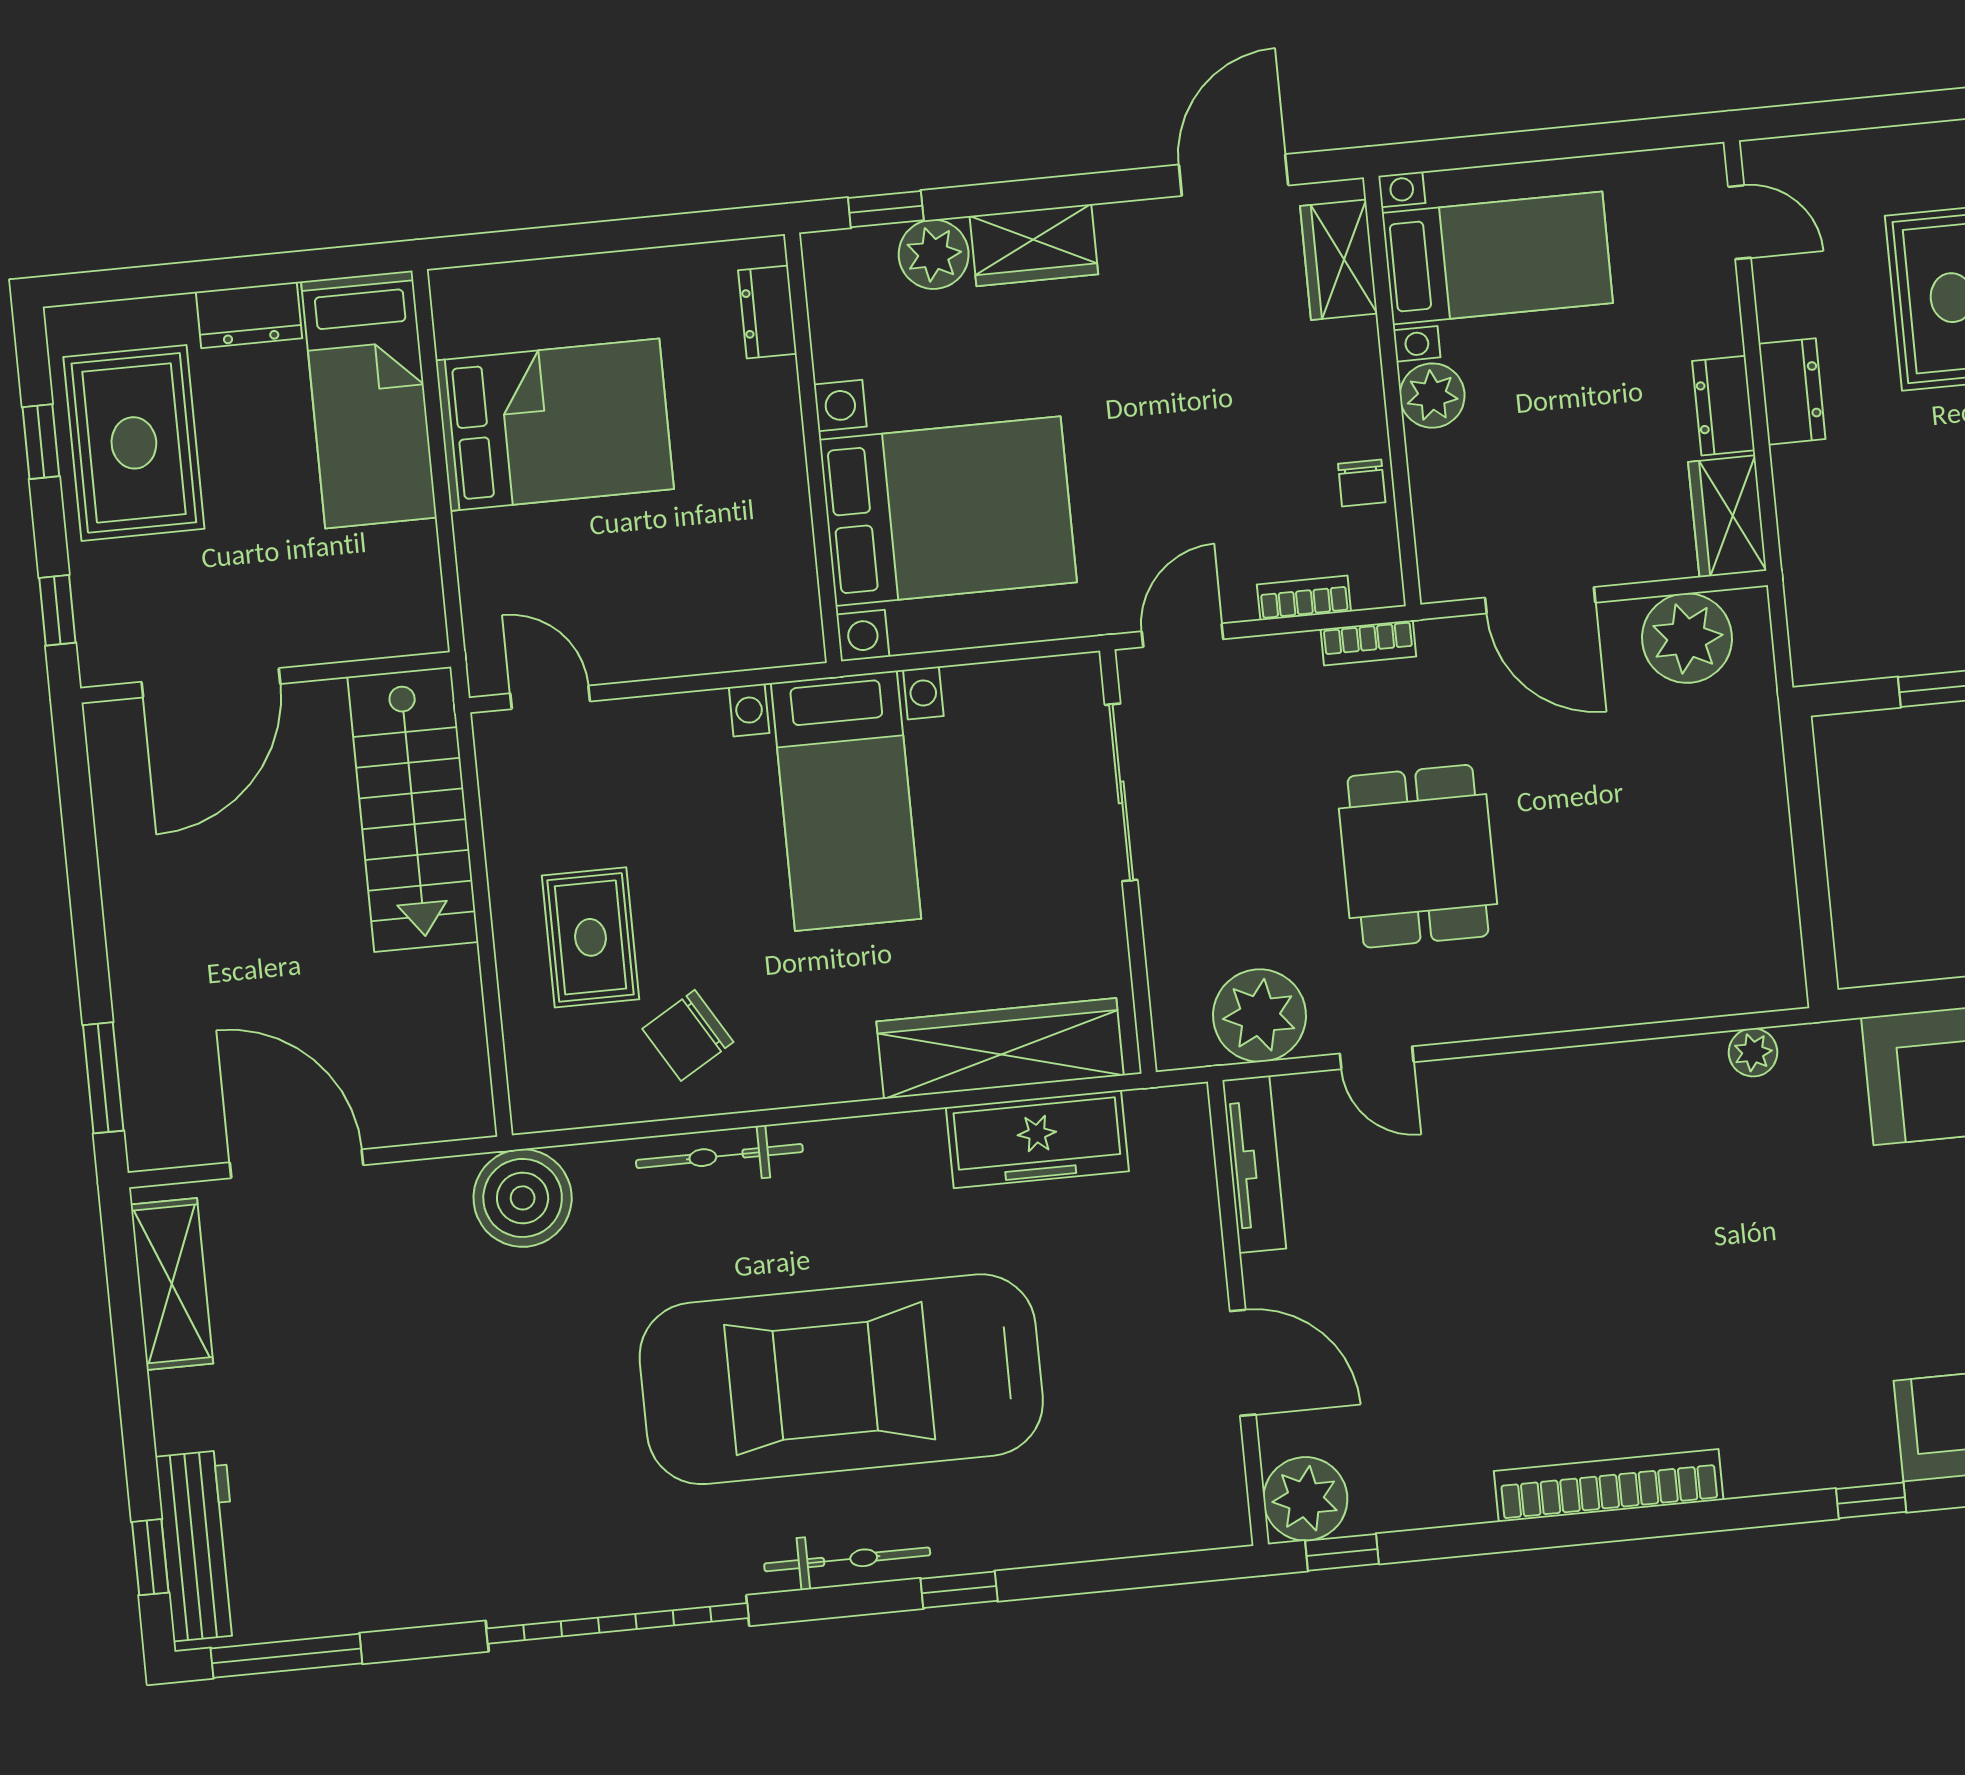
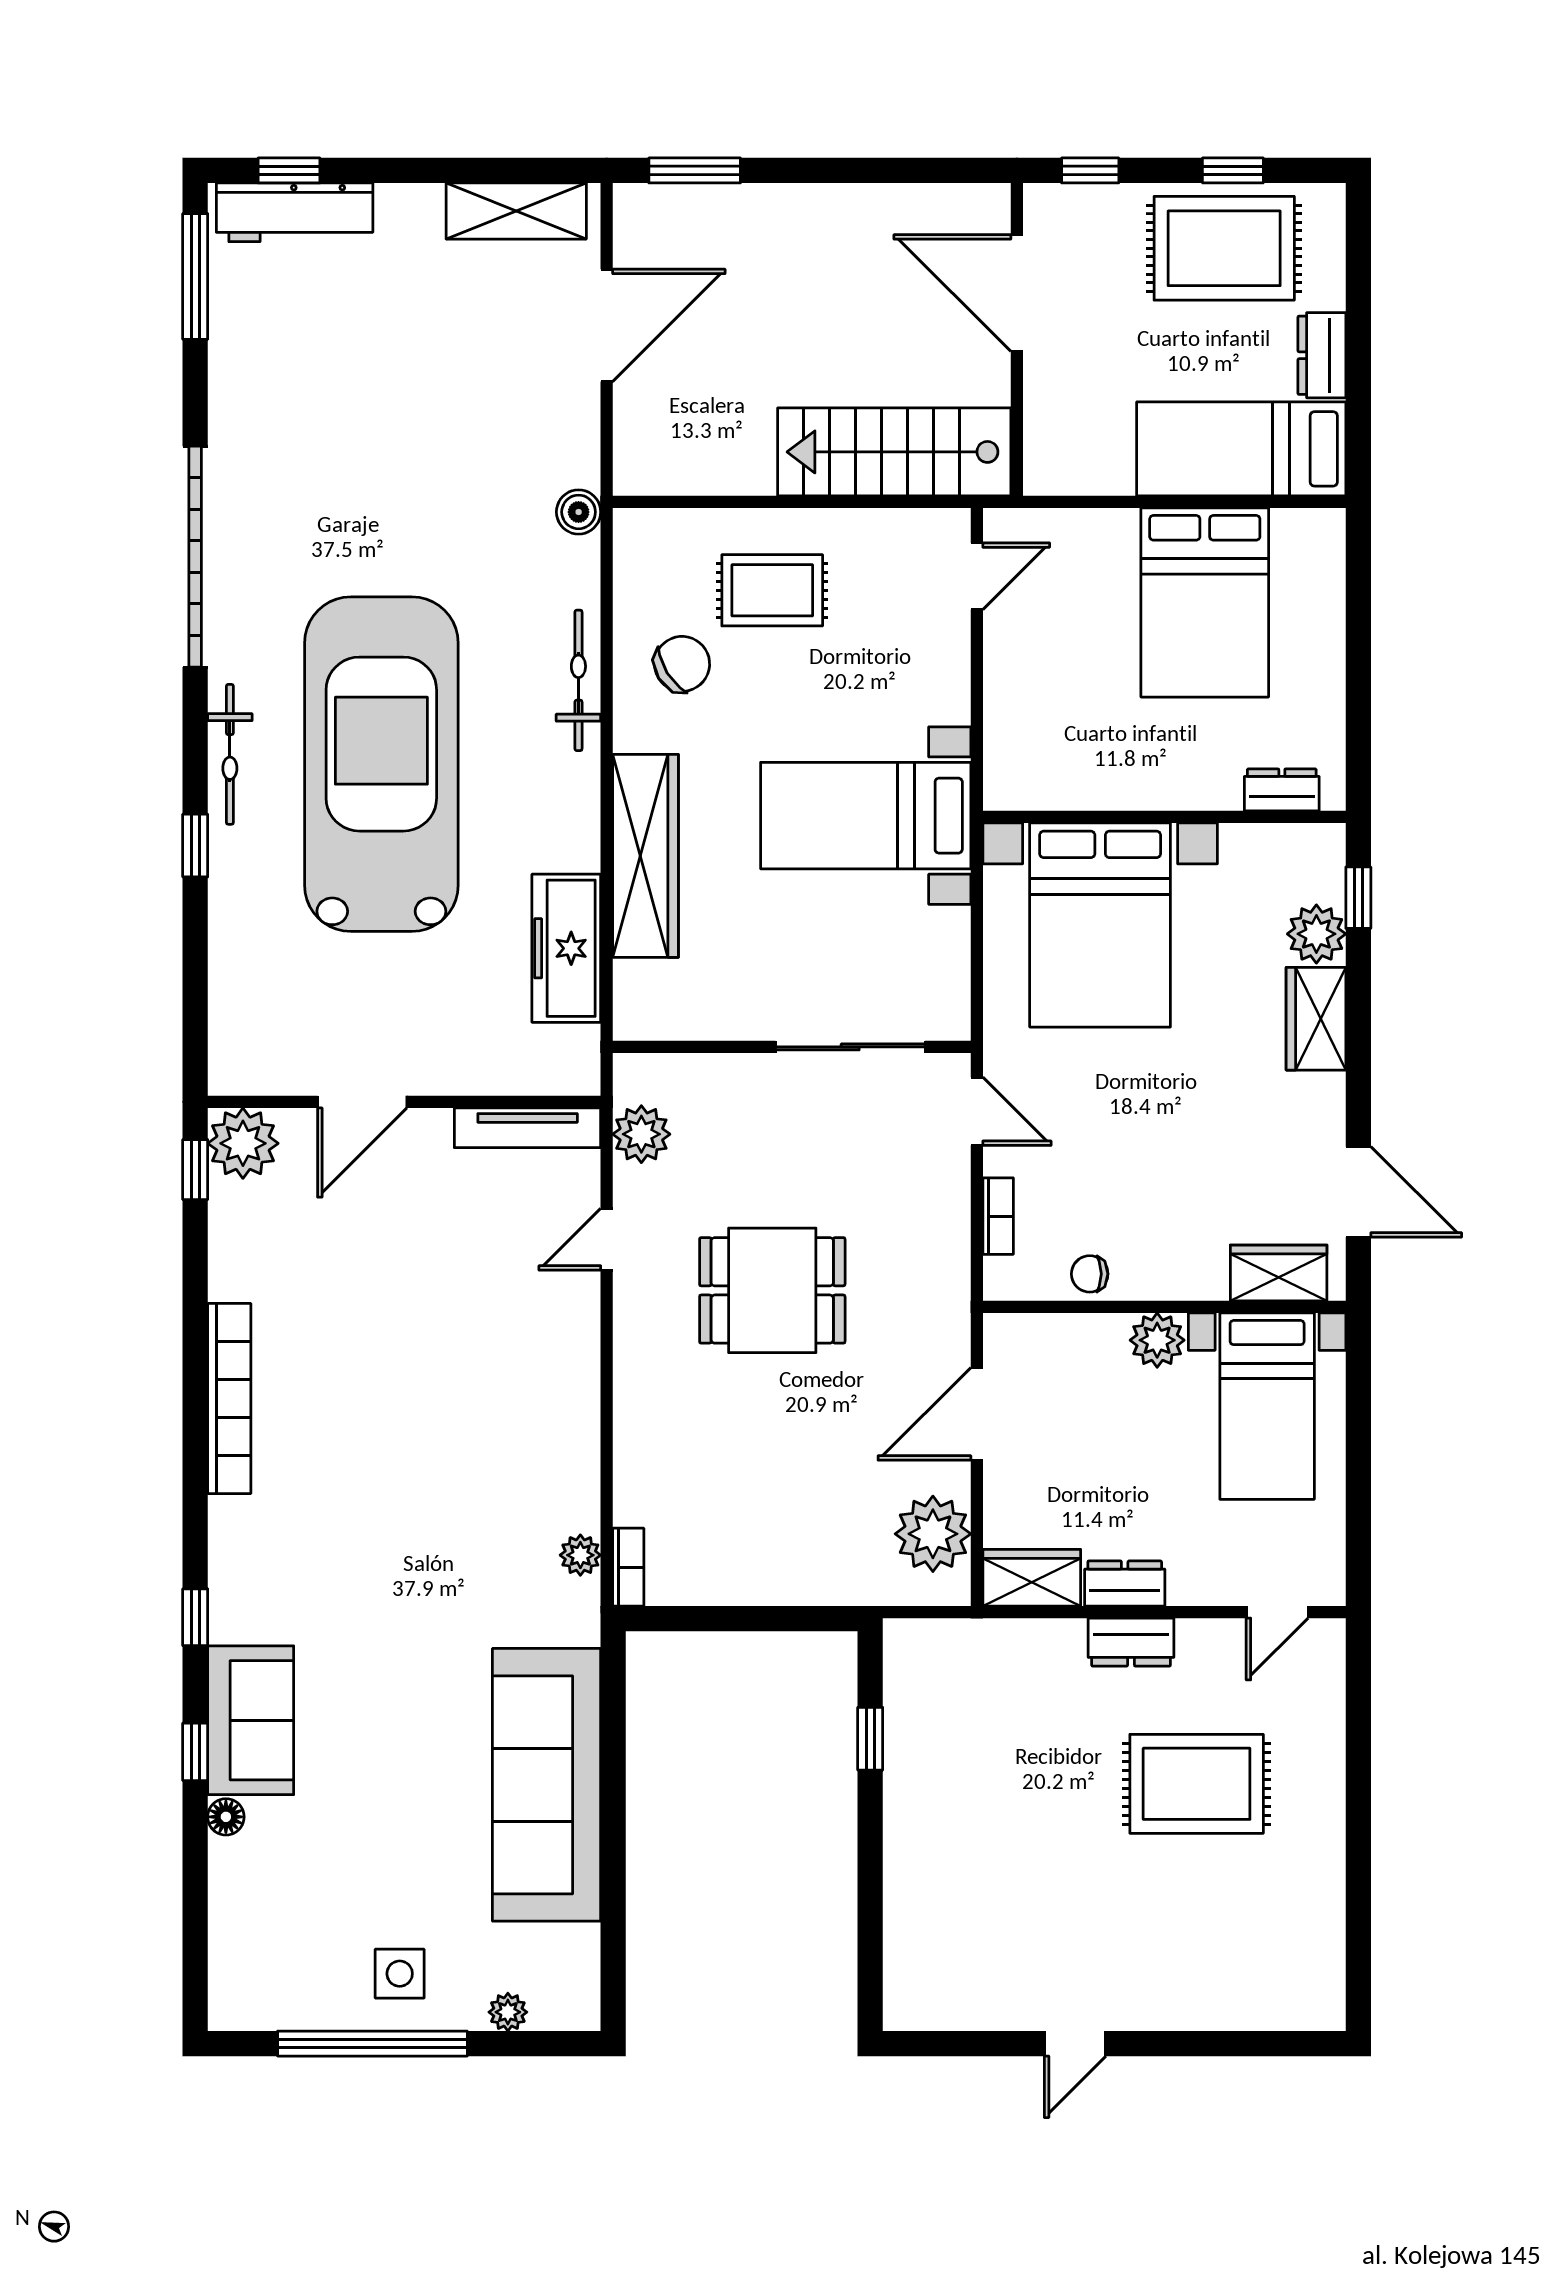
bookcase: (1368, 643) -> (628, 1567), moved, turned 180
plant: (1260, 1016) -> (641, 1134), width x0.73, depth x0.73
chair: (688, 1035) -> (682, 664), turned 89
wardrobe: (1000, 1048) -> (646, 856), moved
boiler: (523, 1198) -> (579, 512), width x0.54, depth x0.54

